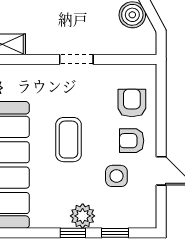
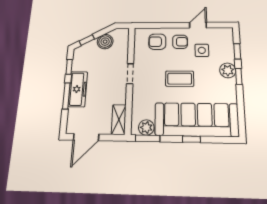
armchair: (132, 141) -> (180, 42), turned -90

